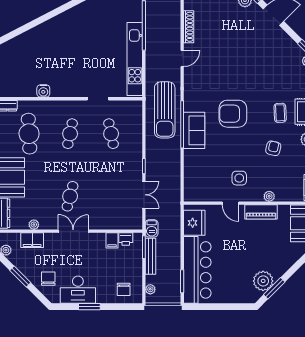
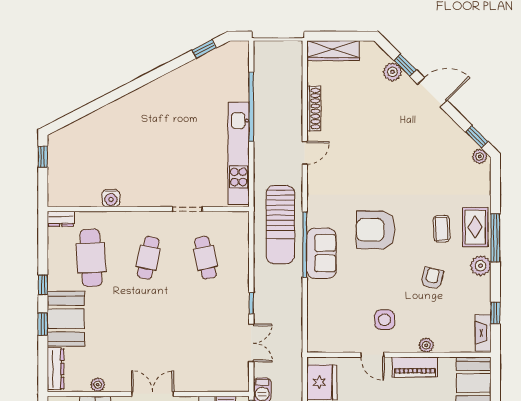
cafe table: (70, 196) -> (148, 345), removed

